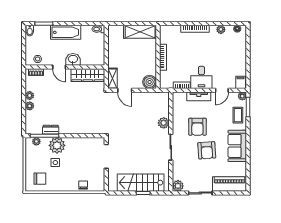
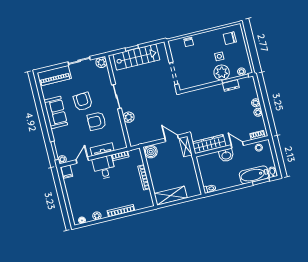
bathtub: (66, 32) -> (254, 175), moved
coffee table: (238, 115) -> (62, 141), removed
armchair: (197, 127) -> (97, 121), turned -90

